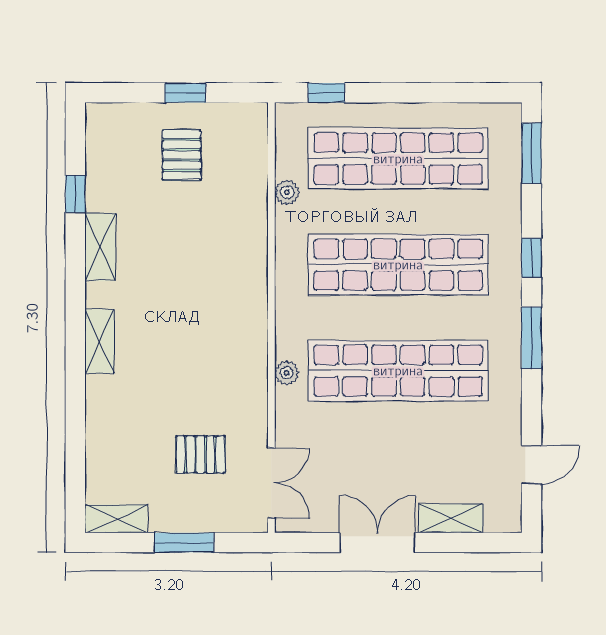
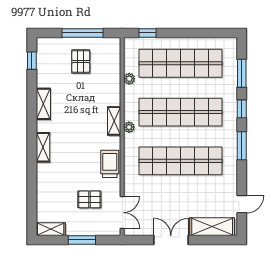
window: (185, 93) -> (82, 33), width x2.17
window: (532, 153) -> (242, 73), moved
window: (75, 194) -> (32, 61), moved
shelving: (254, 284) -> (114, 121), added
plant: (287, 373) -> (129, 127), moved
trolley: (245, 377) -> (110, 164), added
shelving: (451, 518) -> (212, 227), width x1.50, depth x1.33

